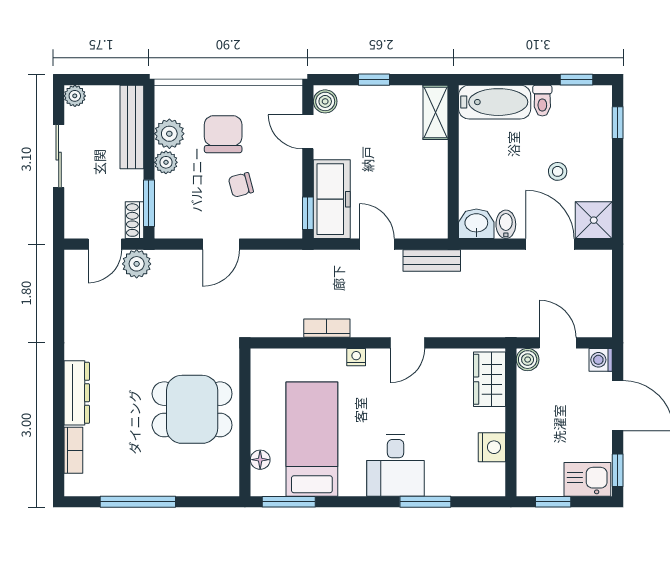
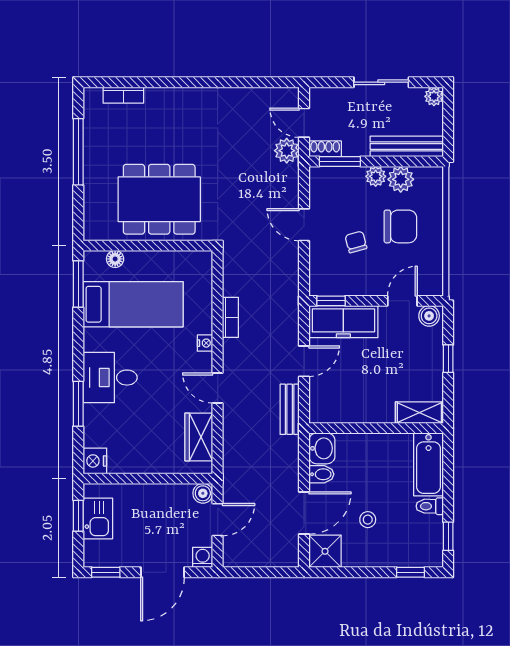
wardrobe: (489, 379) -> (199, 437), moved, turned -90
dresser: (77, 393) -> (174, 98), removed
dining table: (192, 409) -> (159, 199), width x1.38
nightstand: (492, 447) -> (95, 461), moved, turned 90
kitchen sink: (587, 479) -> (98, 518), moved

